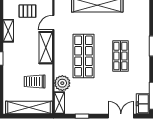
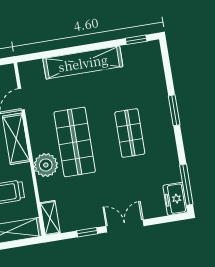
plant: (62, 83) -> (46, 165), moved
double door: (121, 116) -> (125, 226), moved

